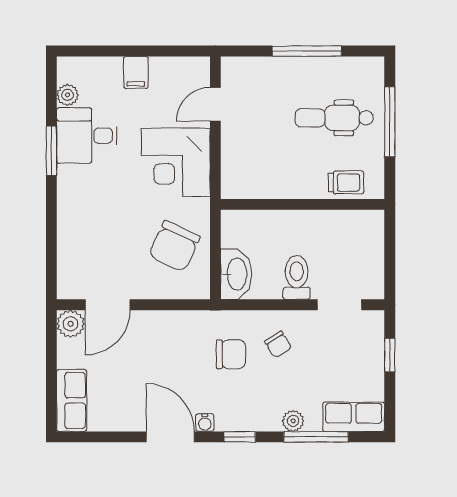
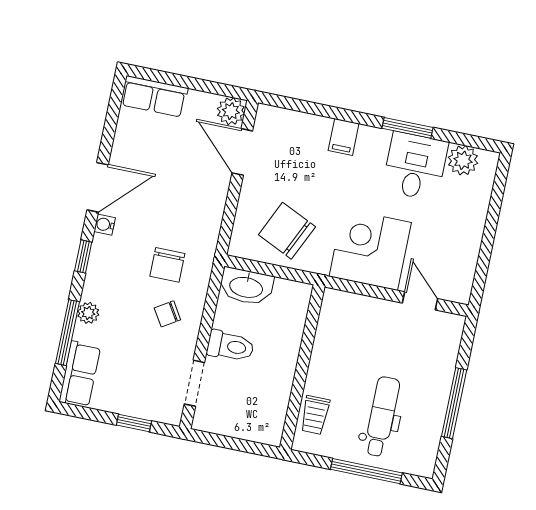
filing cabinet: (136, 72) -> (344, 137), moved, turned -90
plant: (68, 95) -> (463, 160), width x1.38, depth x1.38

